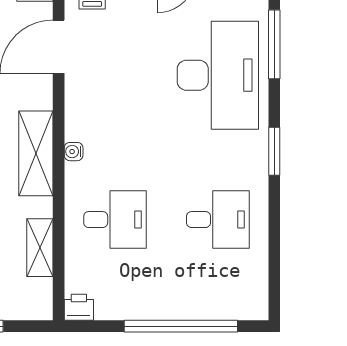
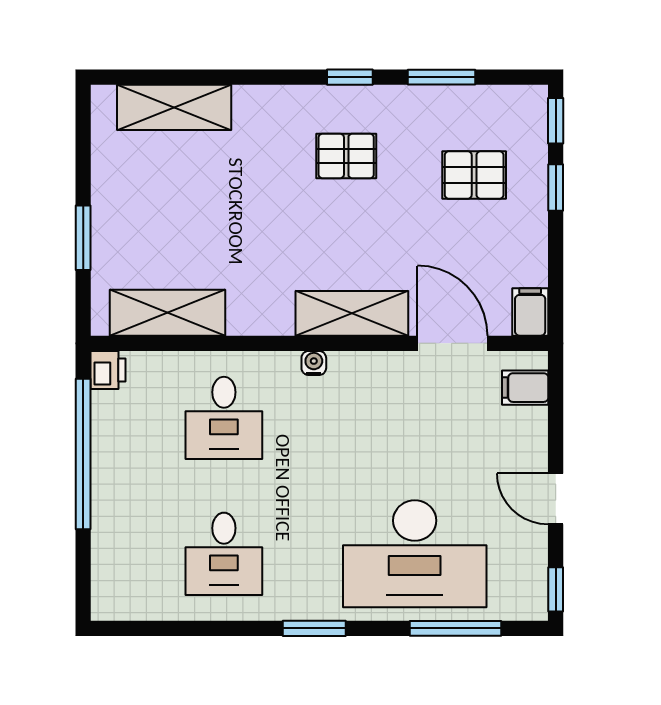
shelving: (36, 153) -> (352, 313), moved
shelving: (40, 248) -> (168, 313), width x1.50, depth x1.33
window: (181, 326) -> (83, 454), moved

